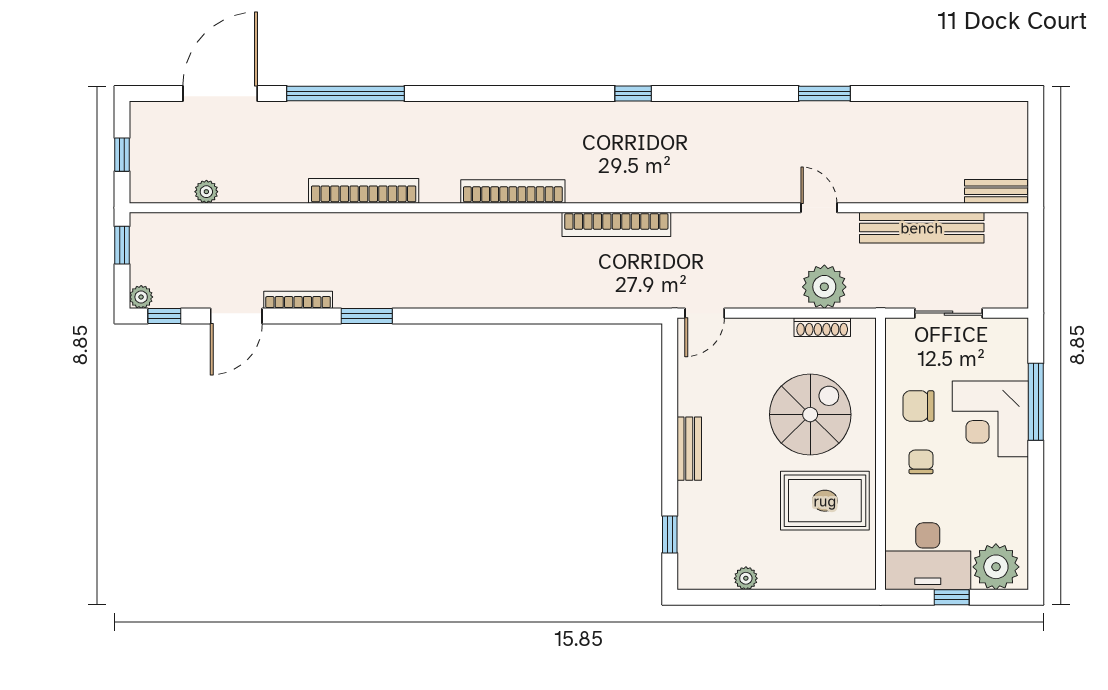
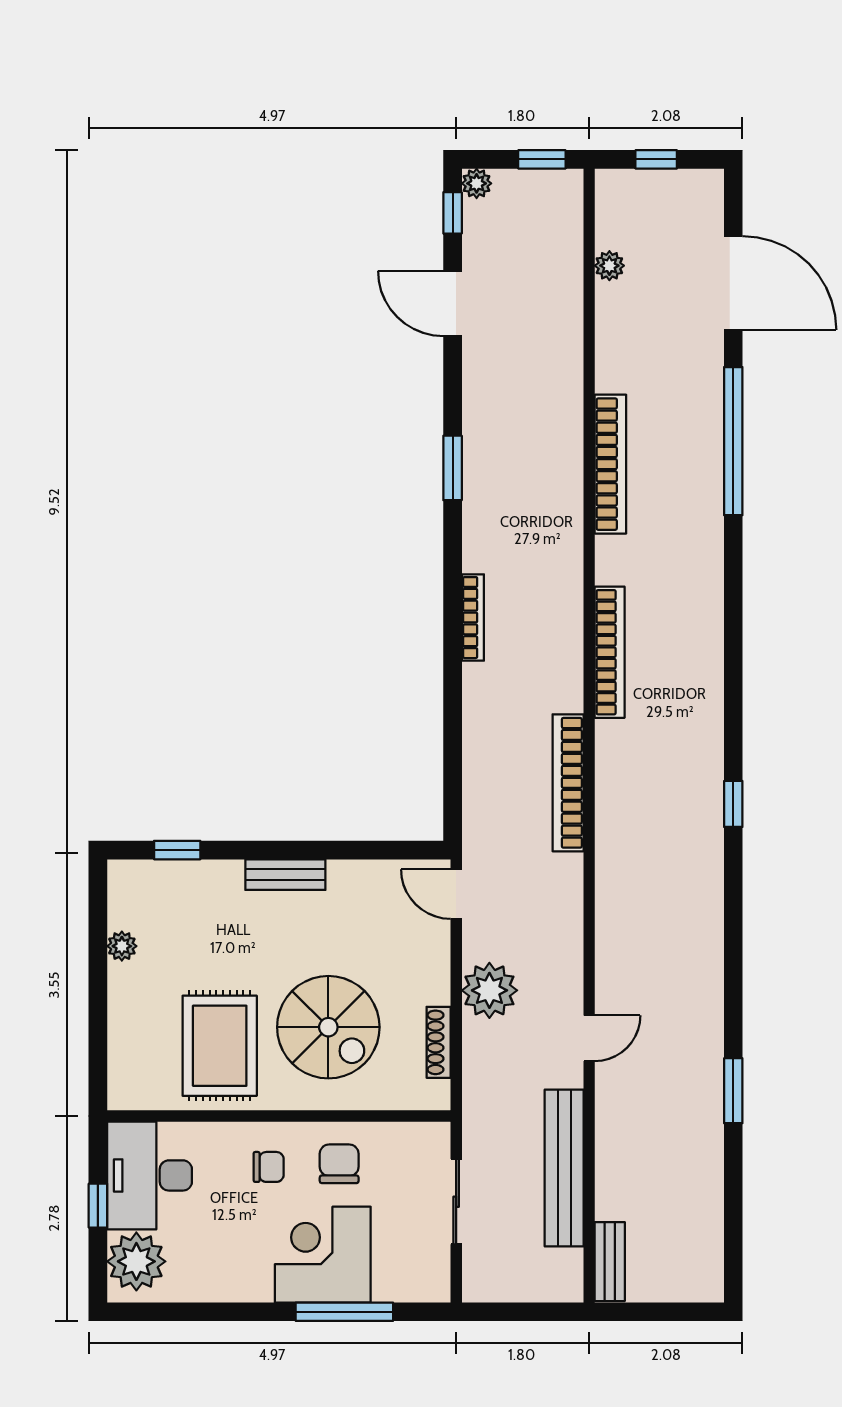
window: (824, 93) -> (733, 1091), moved
plant: (824, 287) -> (489, 990), moved
bookcase: (298, 300) -> (473, 618), moved

